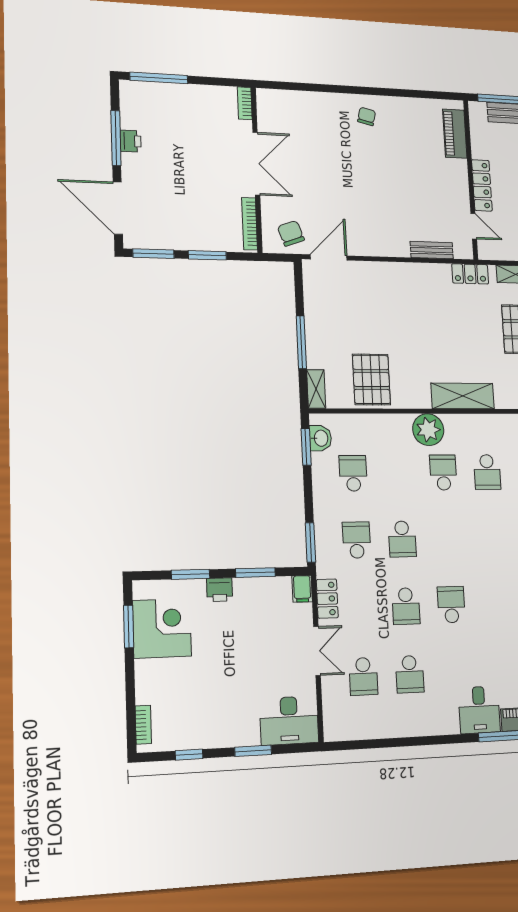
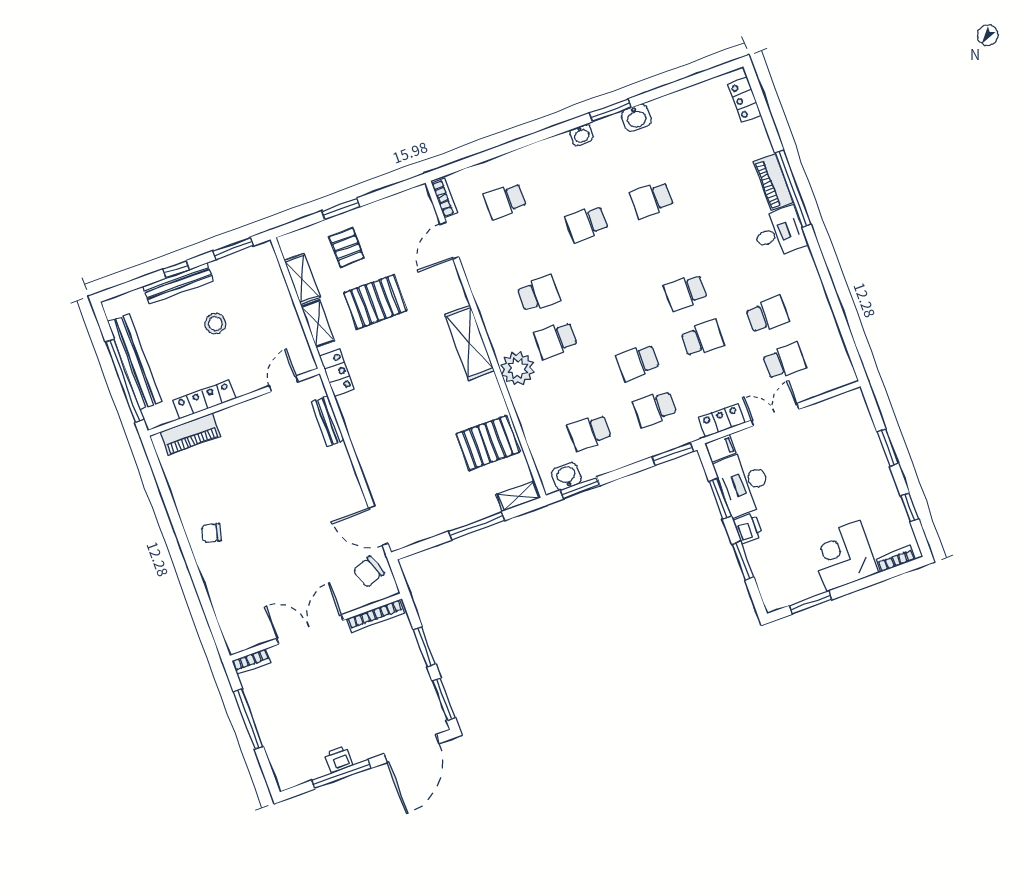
window: (159, 78) -> (248, 719), moved
locker: (482, 185) -> (205, 399), moved
school desk: (402, 539) -> (638, 362), turned 180
corner desk: (162, 628) -> (843, 556), moved
desk: (289, 721) -> (744, 483), moved, turned 180

